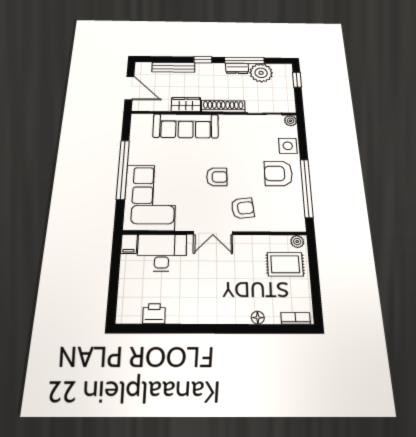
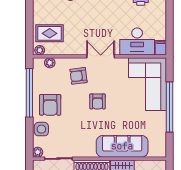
armchair: (278, 173) -> (50, 105), turned 90
armchair: (217, 177) -> (98, 101), turned -90
plant: (282, 225) -> (50, 63), added

